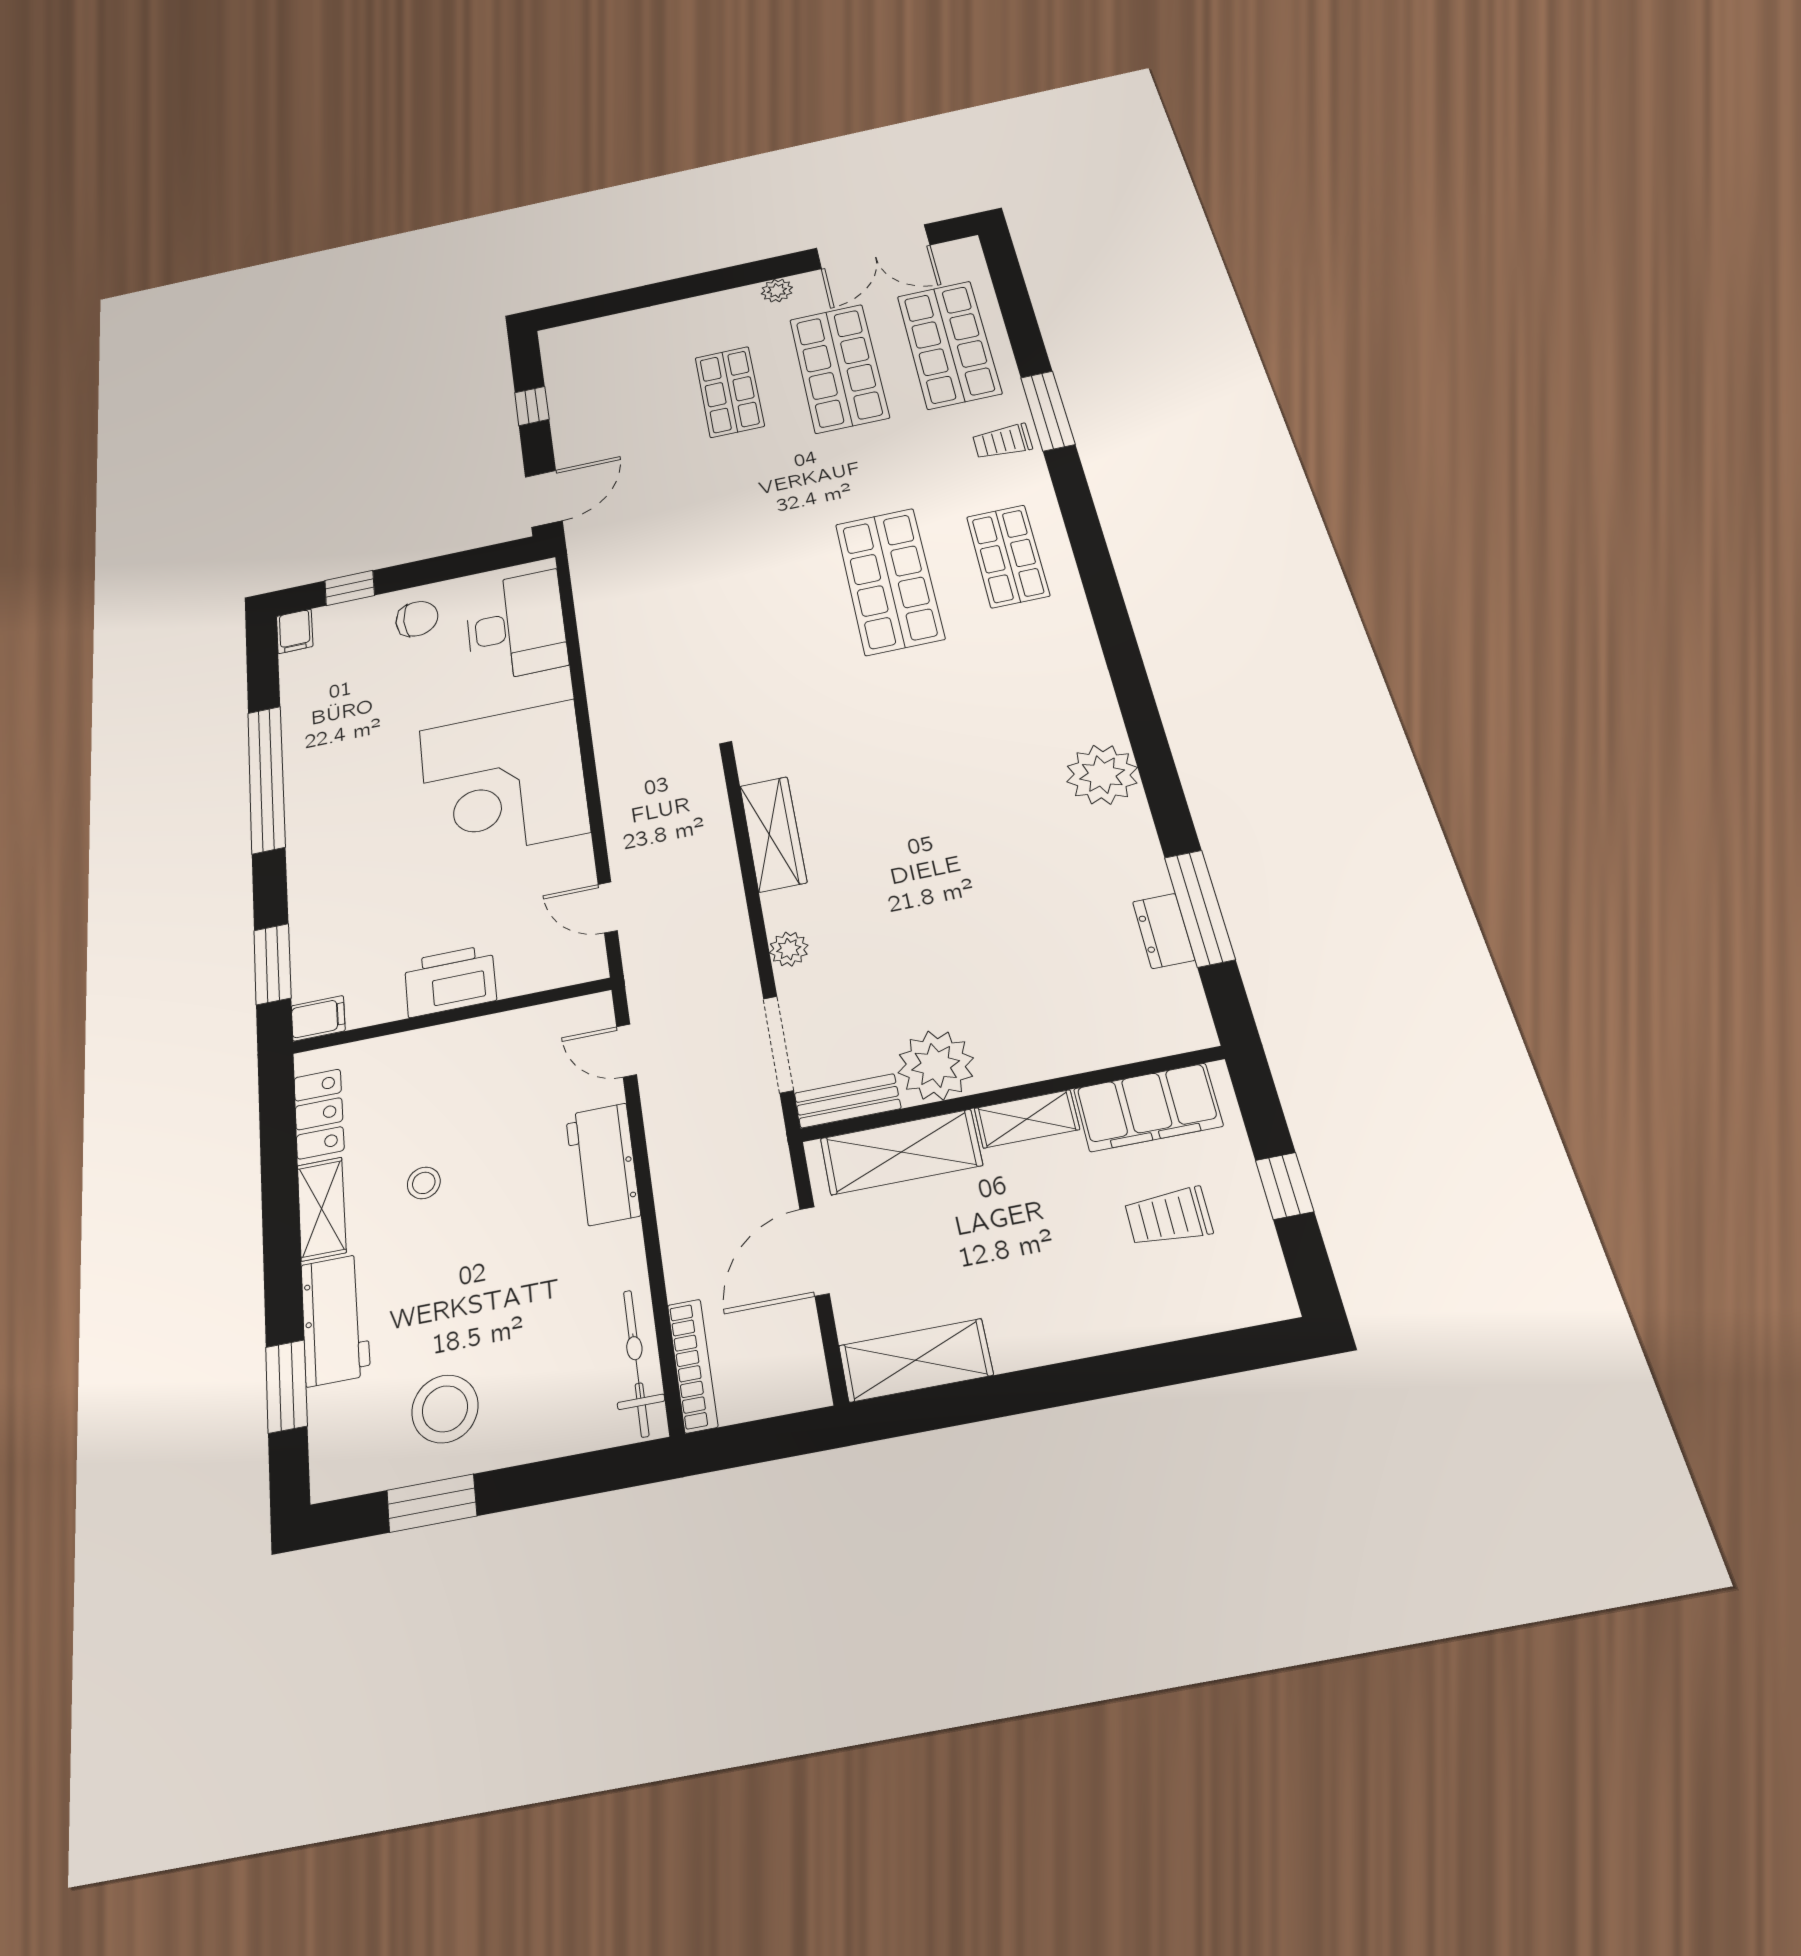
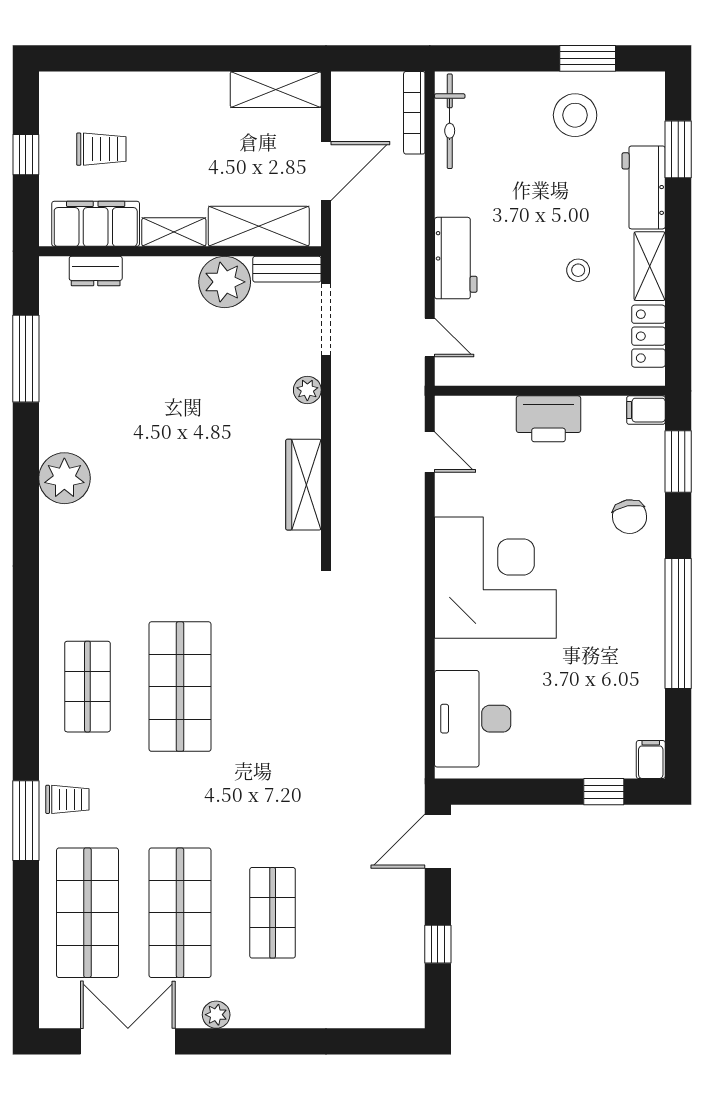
chair: (417, 619) -> (630, 517), moved, turned -100
dresser: (1164, 931) -> (96, 271), moved, turned 90

